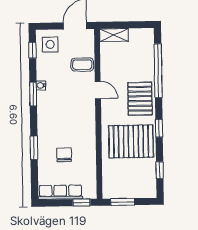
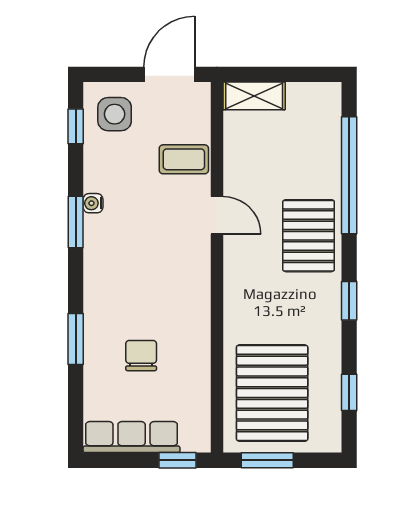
pallet: (131, 141) -> (272, 393), moved, turned 90

